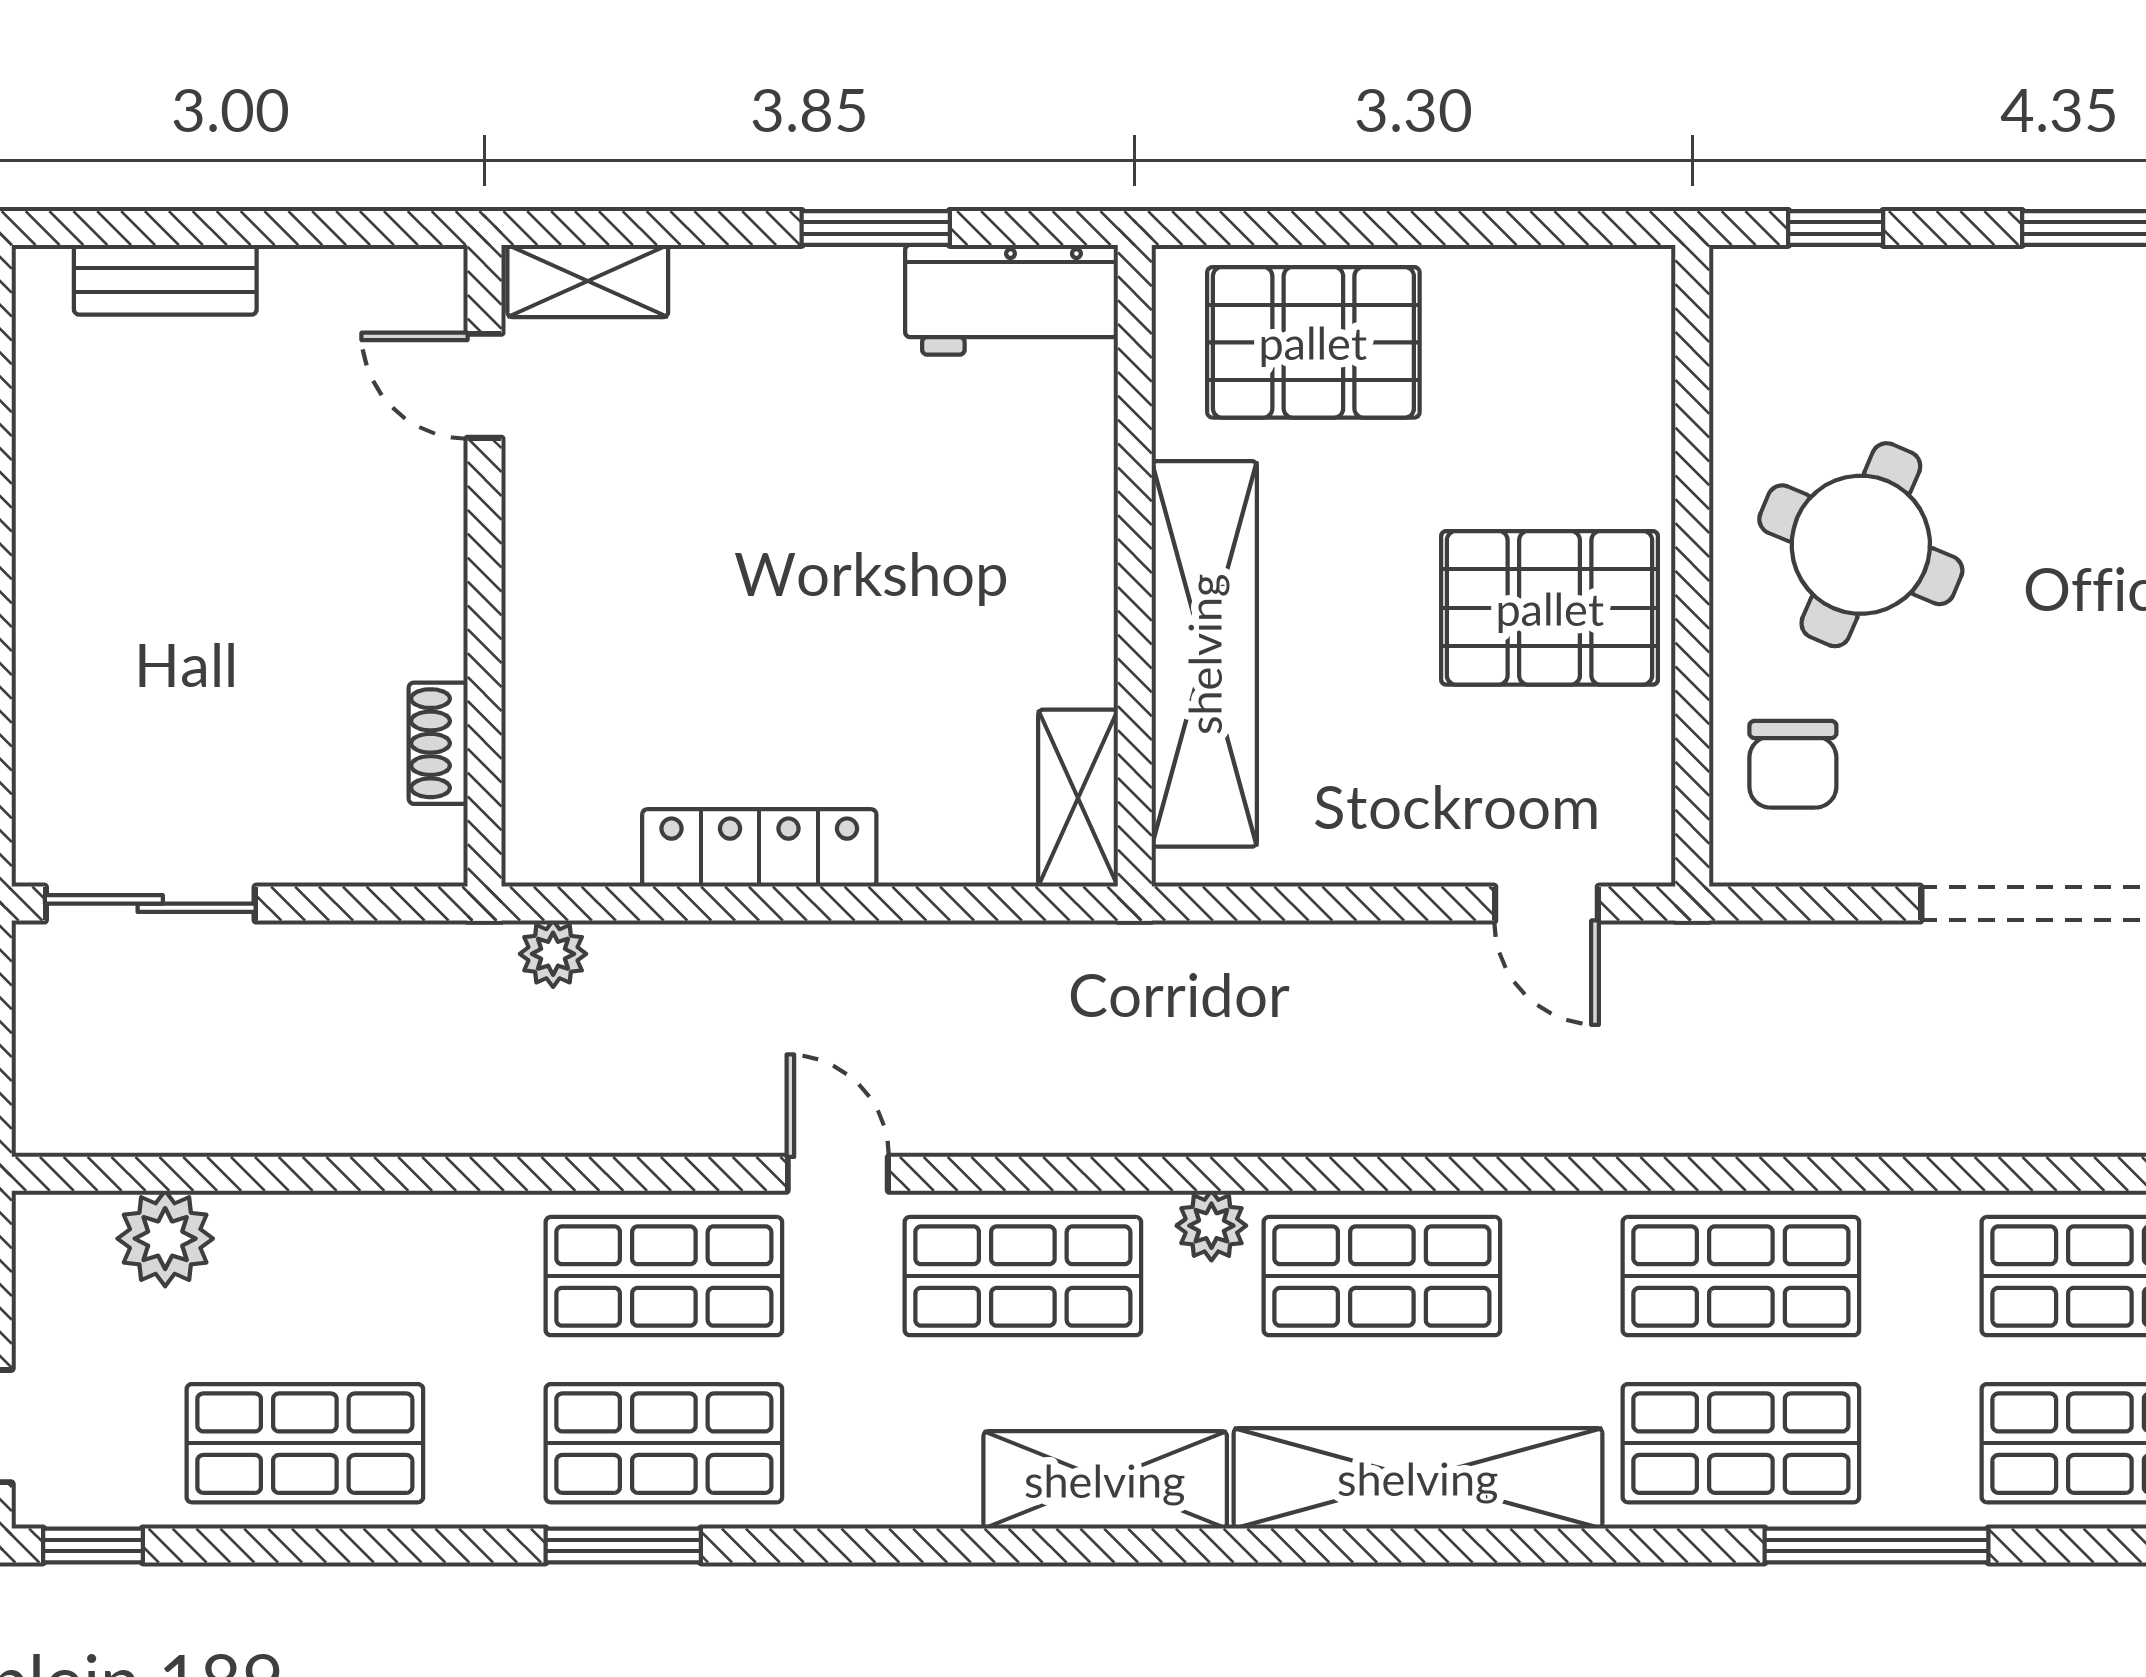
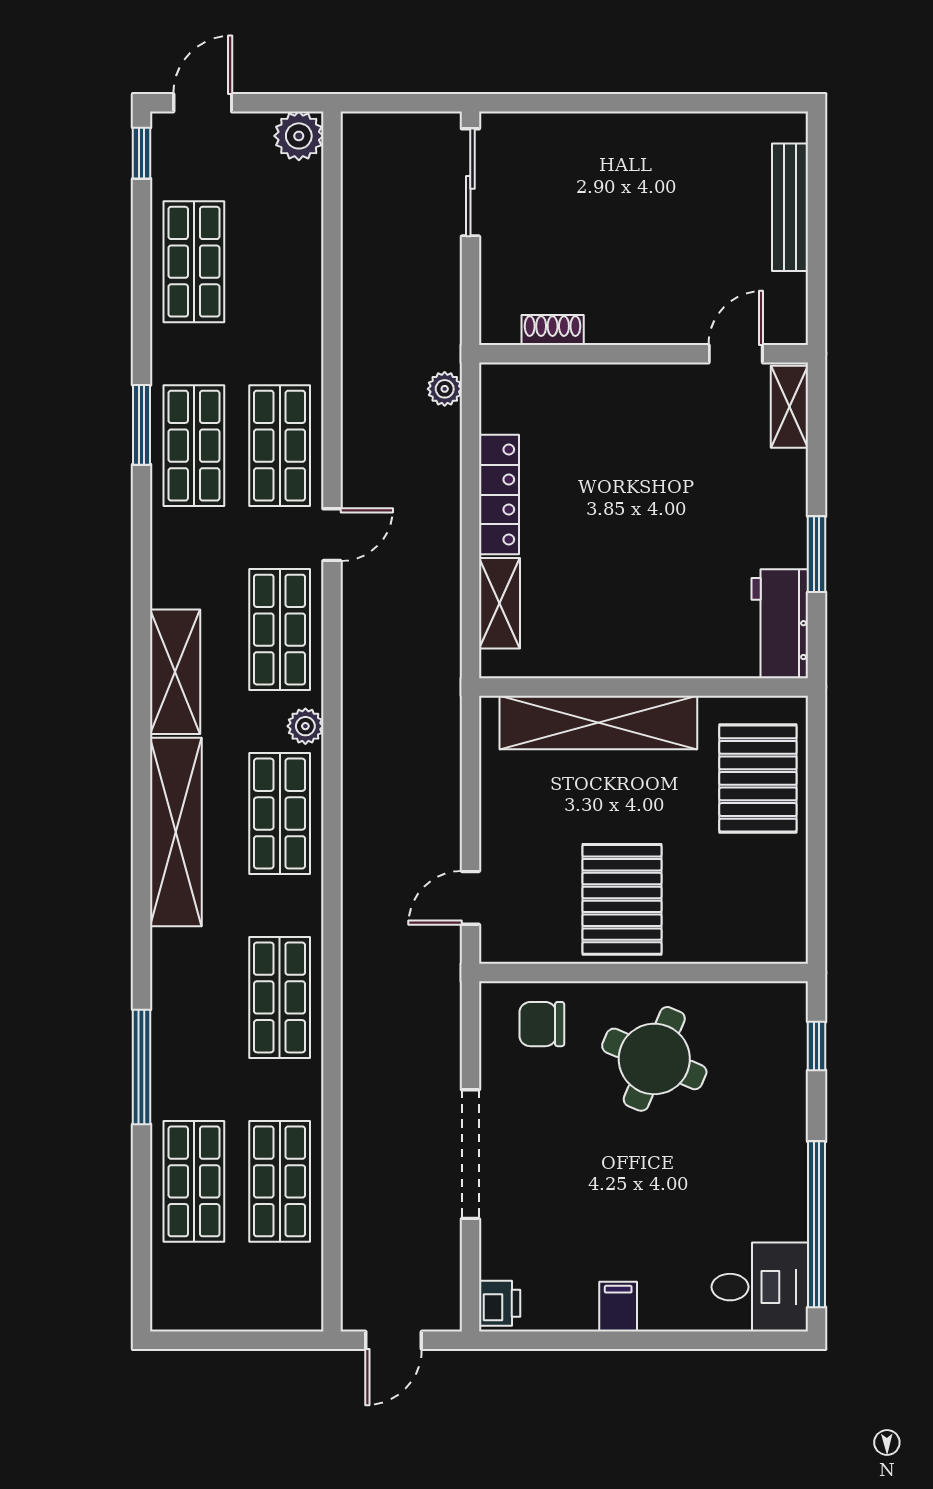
bench: (165, 280) -> (790, 207), width x1.36
shelving: (1078, 798) -> (499, 603), moved, turned 90
plant: (165, 1239) -> (299, 136), moved
shop shelf: (1741, 1443) -> (194, 997), removed

